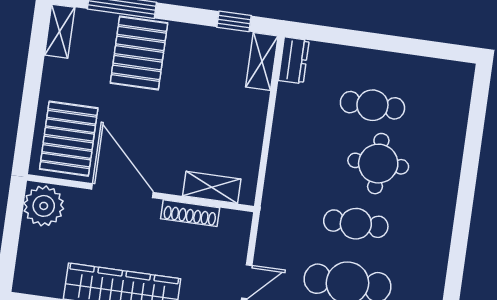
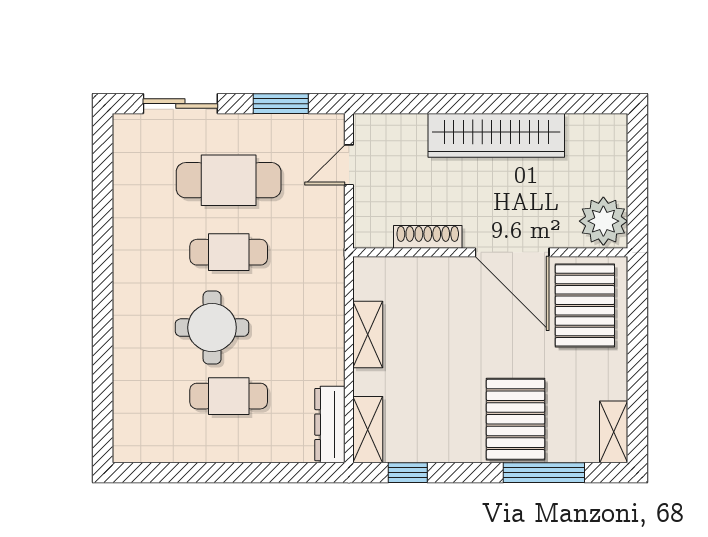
dresser: (294, 60) -> (330, 425), width x1.44
shelving: (212, 187) -> (368, 335), moved, turned 90

